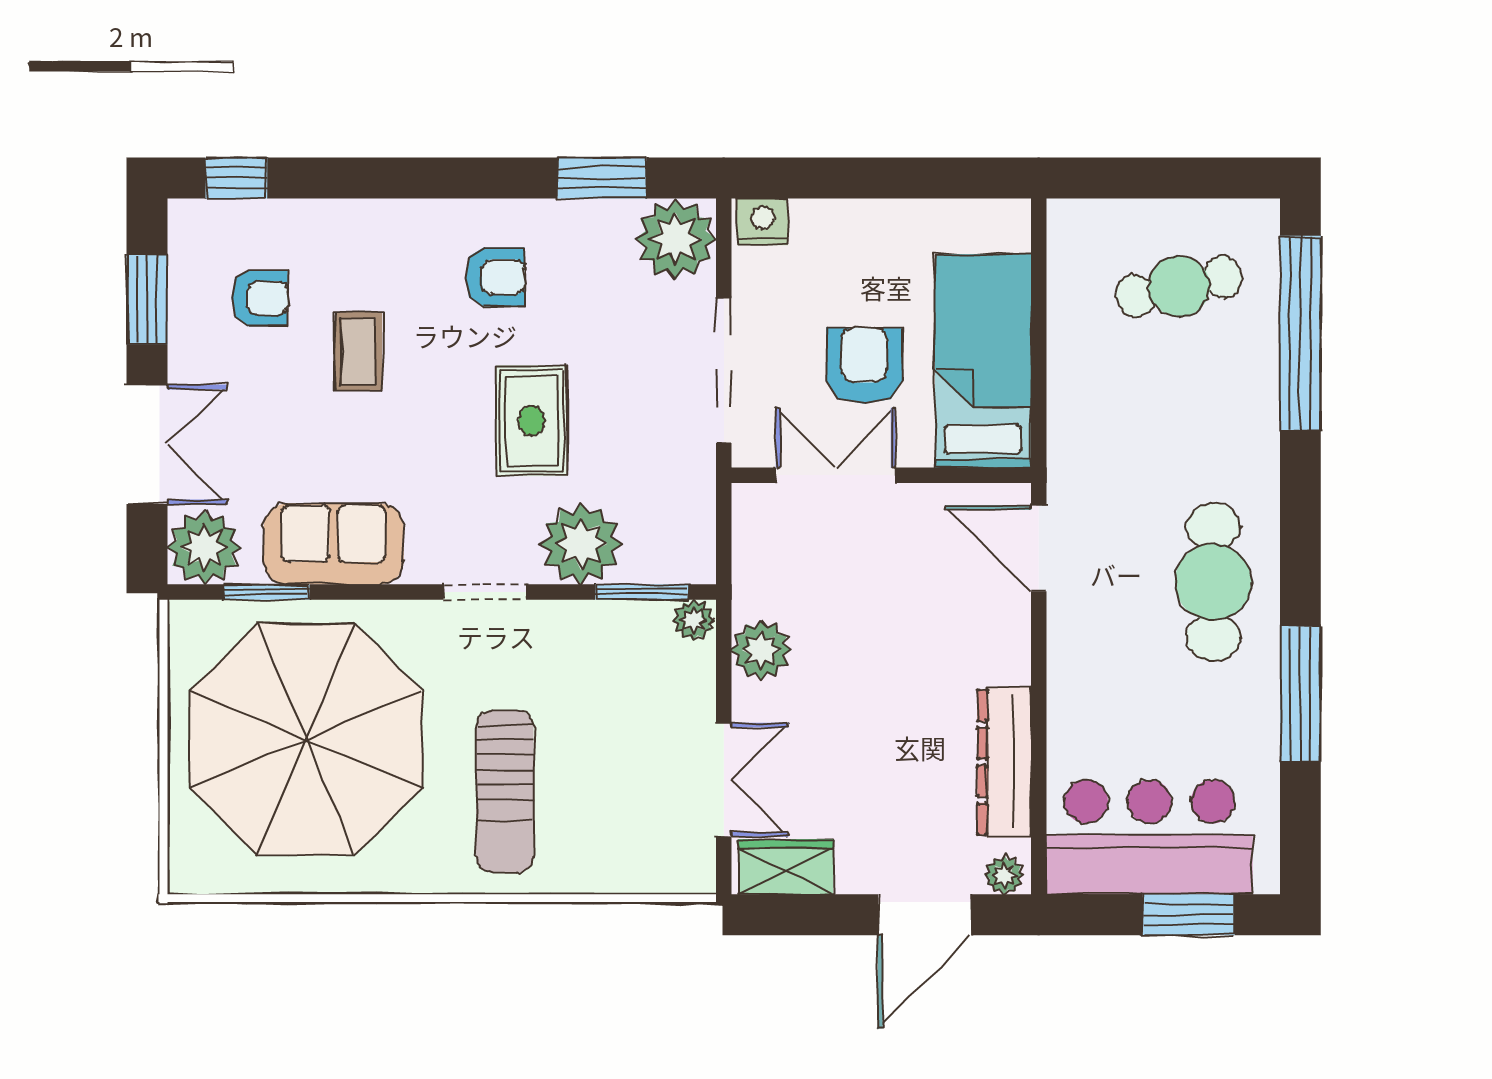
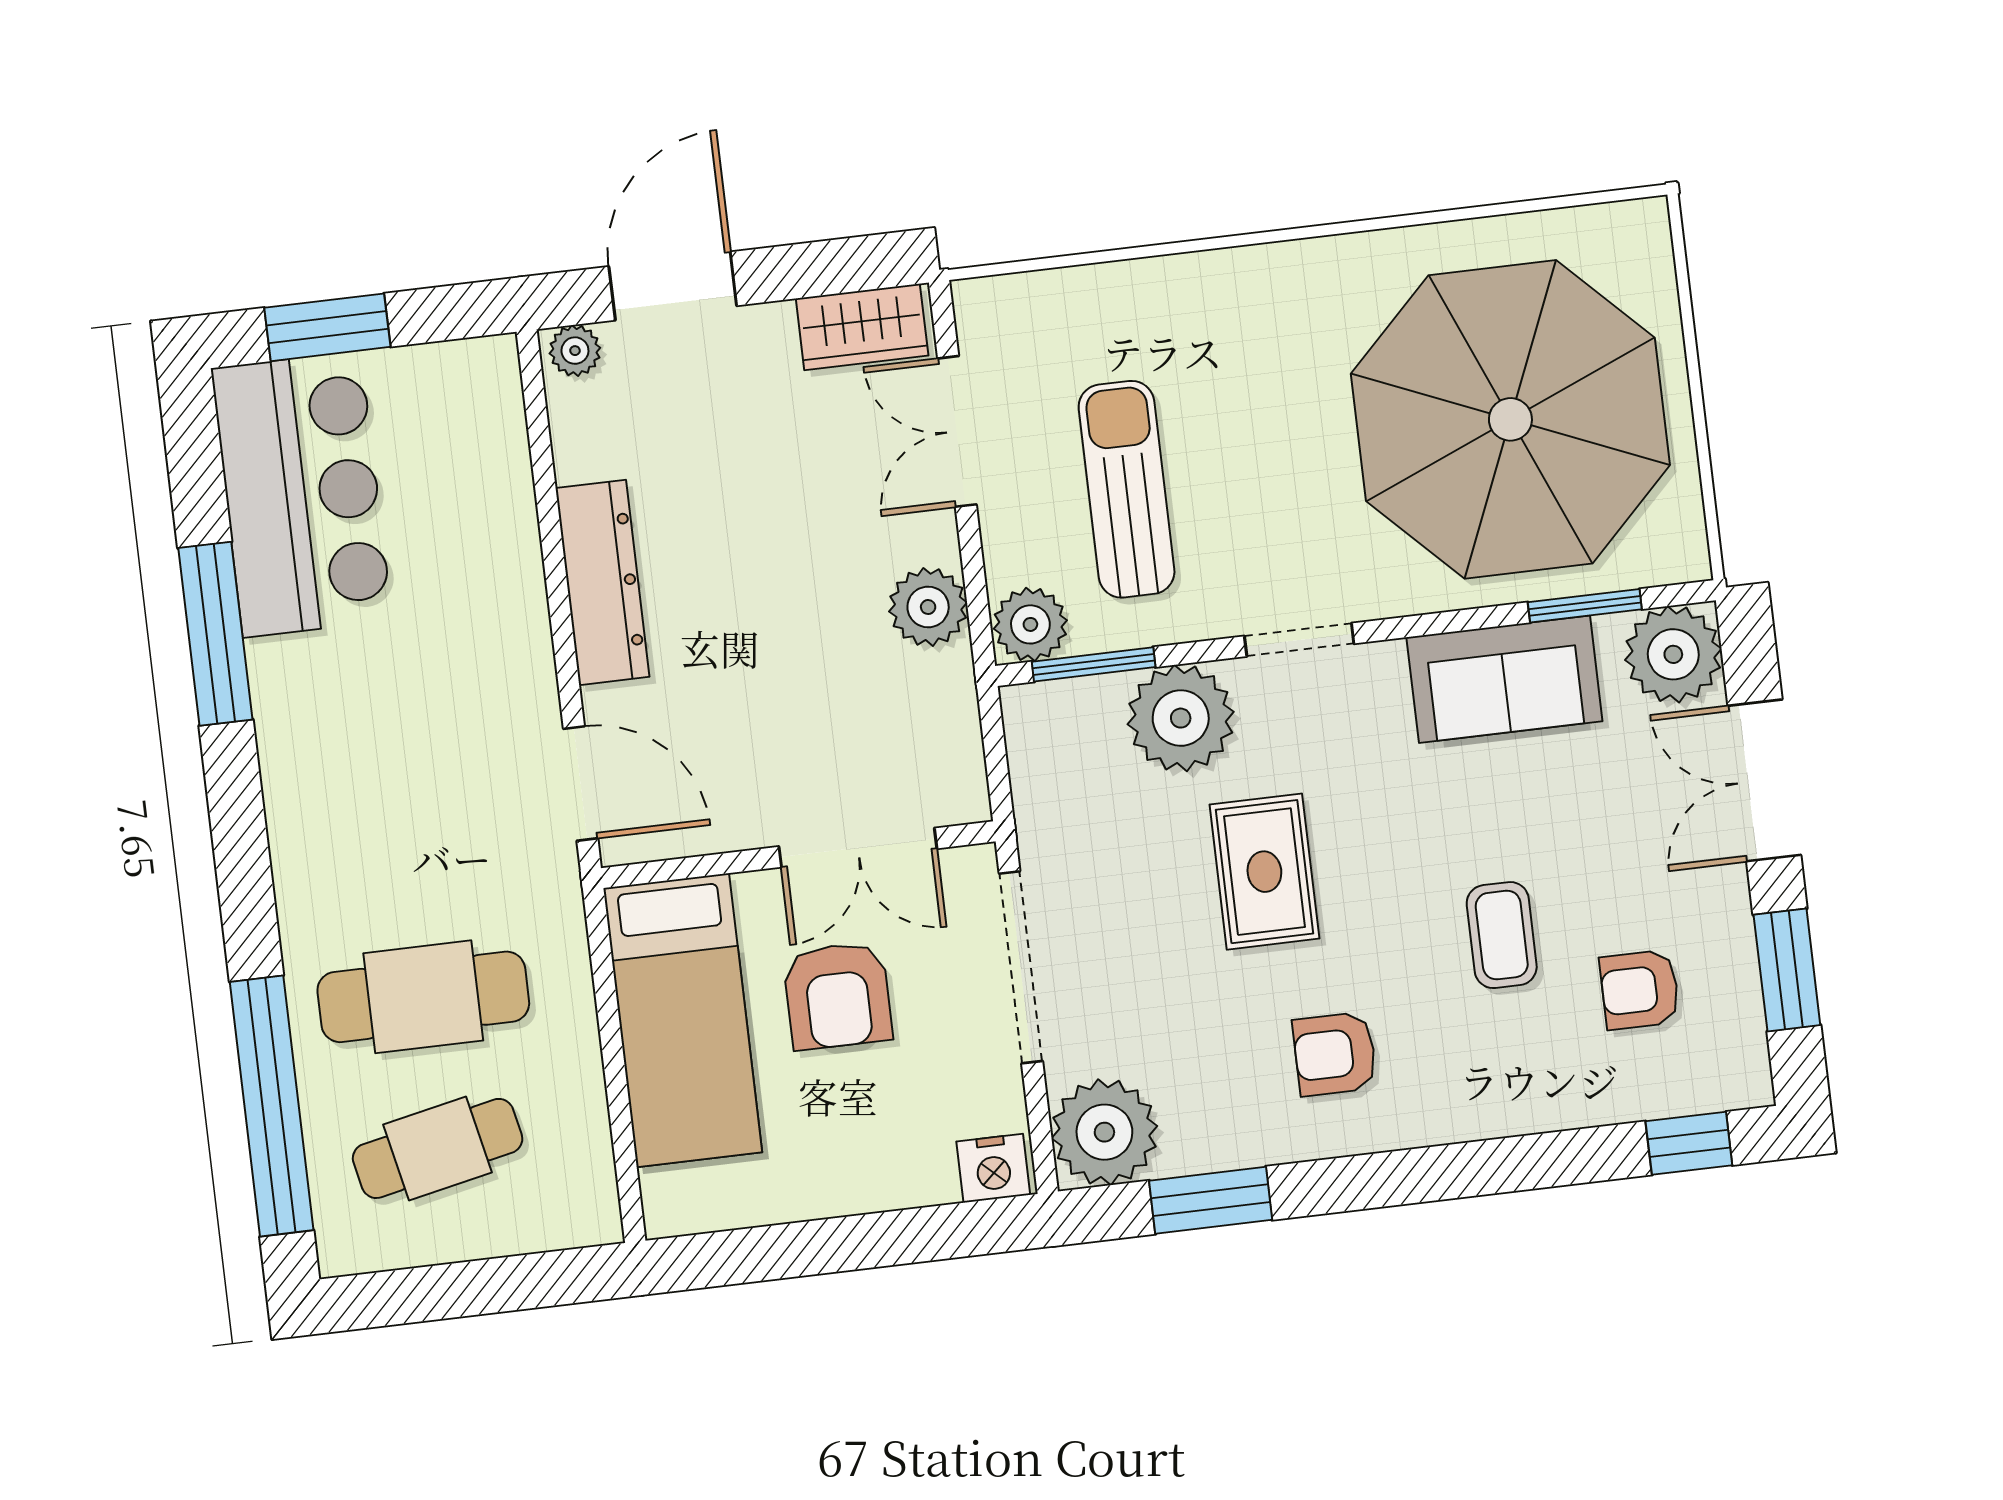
cafe table: (1213, 582) -> (423, 997), moved, turned 90
plant: (693, 620) -> (1030, 624), width x1.38, depth x1.38
dresser: (1004, 762) -> (602, 582), moved
sun lounger: (505, 792) -> (1127, 489), moved
bar counter: (1149, 837) -> (302, 494), moved, turned -90

